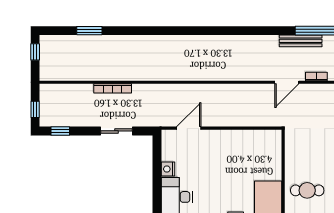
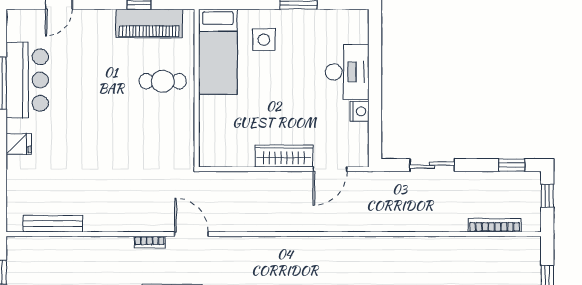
door: (287, 82) -> (191, 234), hinge flipped
bookcase: (113, 88) -> (495, 225), moved
wardrobe: (221, 137) -> (284, 156), added

